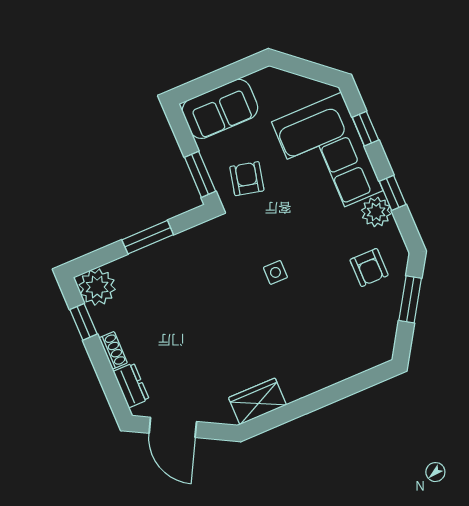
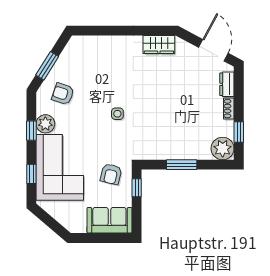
window: (200, 174) -> (137, 188), width x0.67
armchair: (369, 268) -> (63, 94), turned -71

